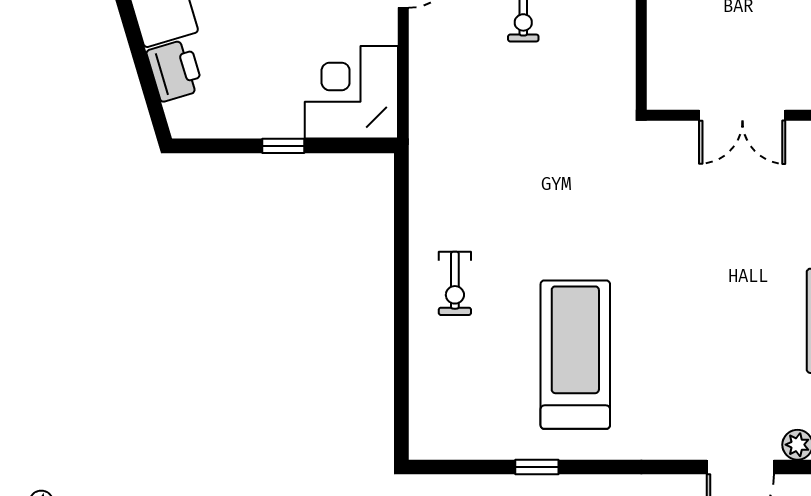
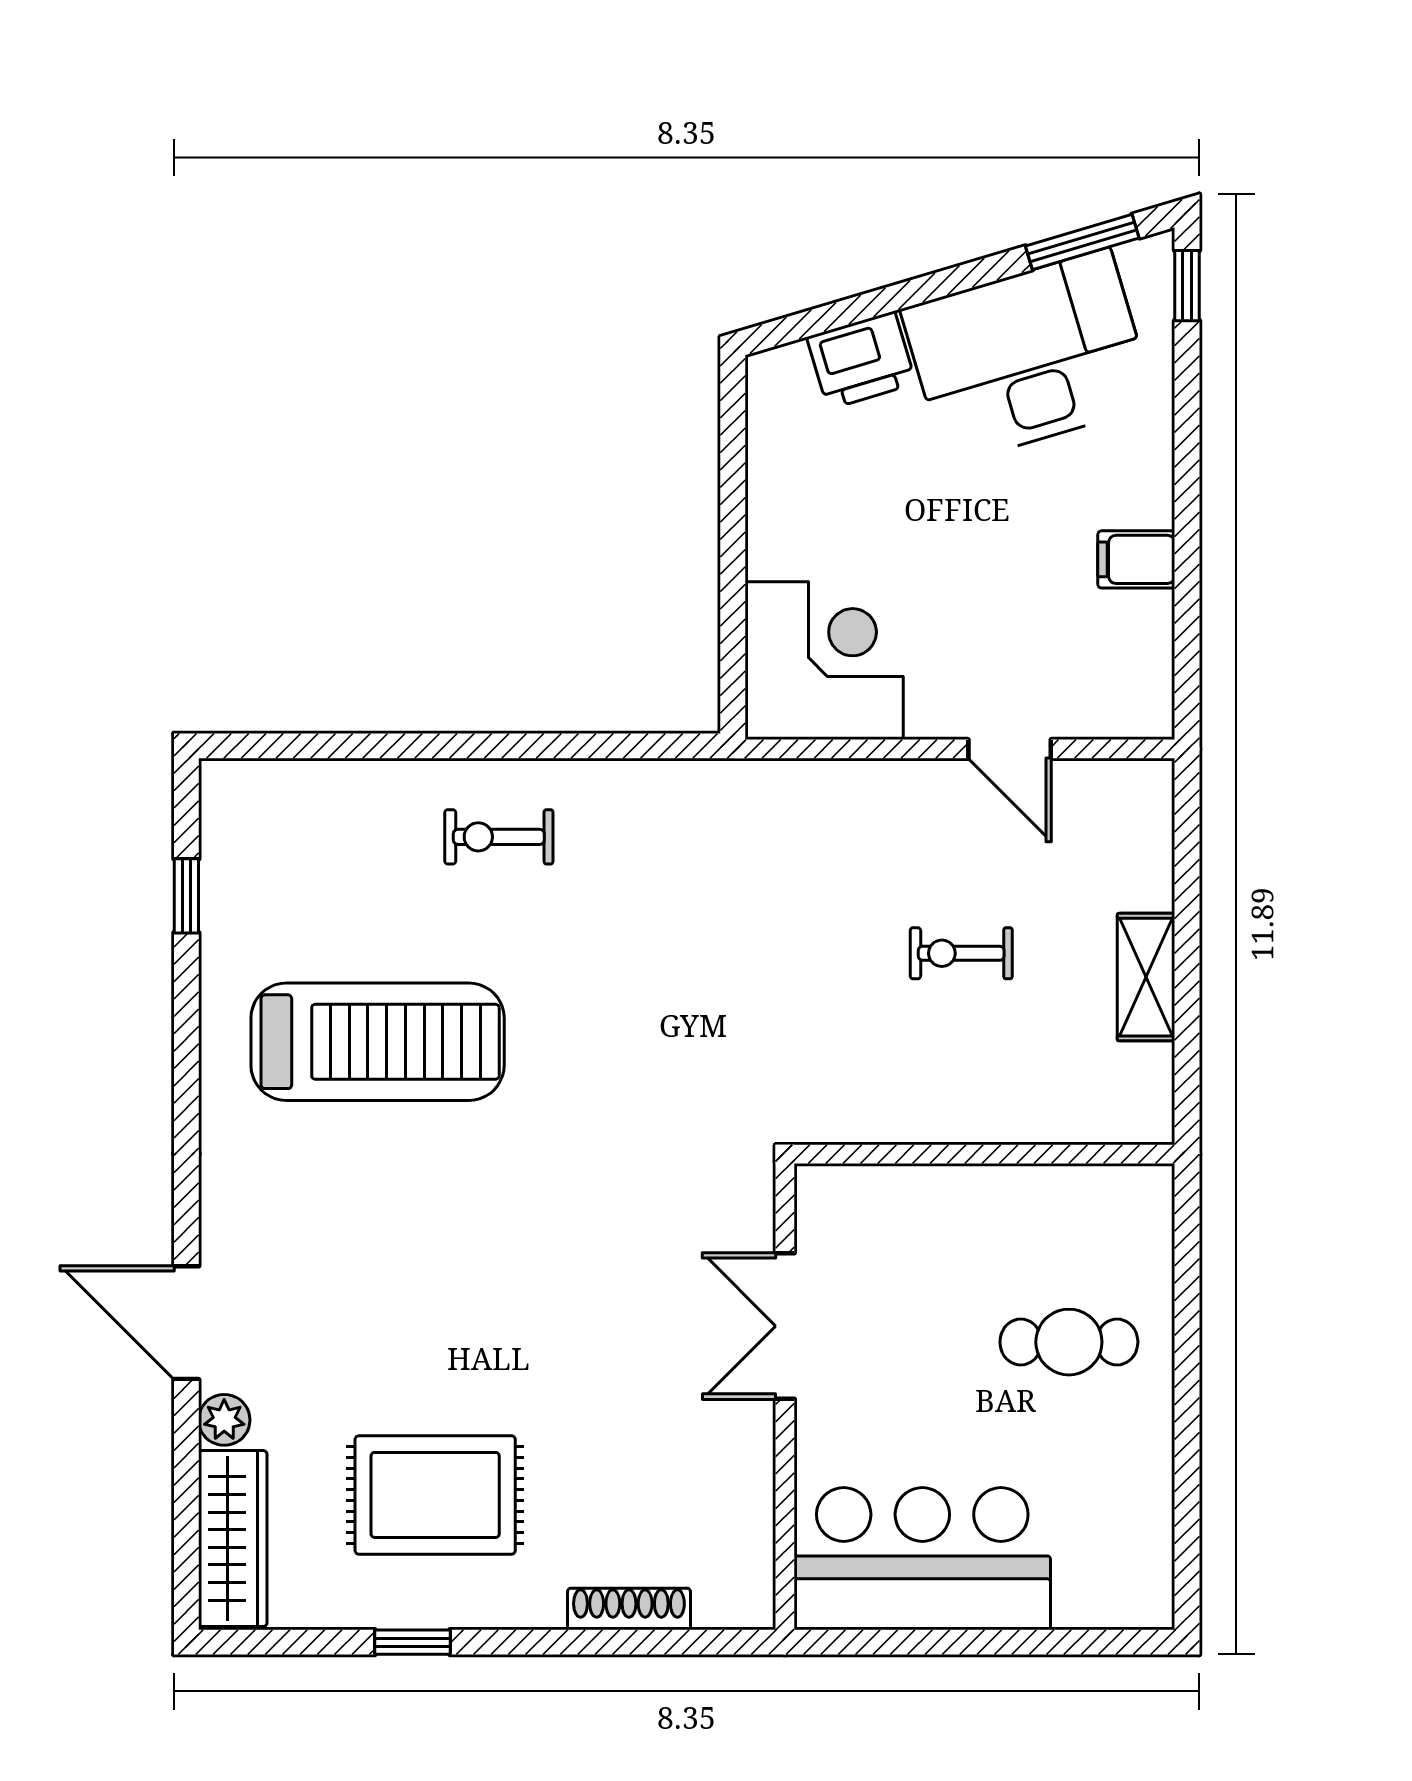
window: (283, 146) -> (733, 545), removed
window: (537, 467) -> (186, 896), moved

